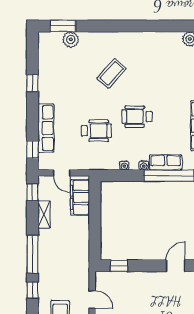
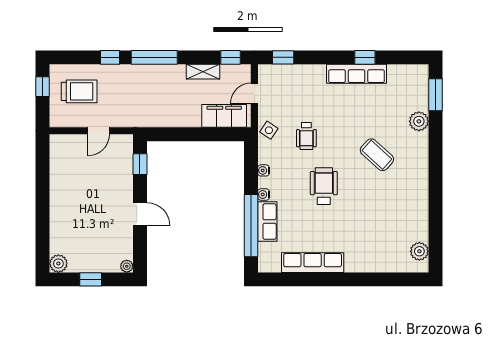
plant: (71, 39) -> (419, 121), moved
row of seats: (46, 128) -> (357, 74), moved
wheelchair: (96, 131) -> (306, 136), width x0.73, depth x0.73
side table: (92, 161) -> (269, 130), added
door: (175, 266) -> (140, 214), moved

